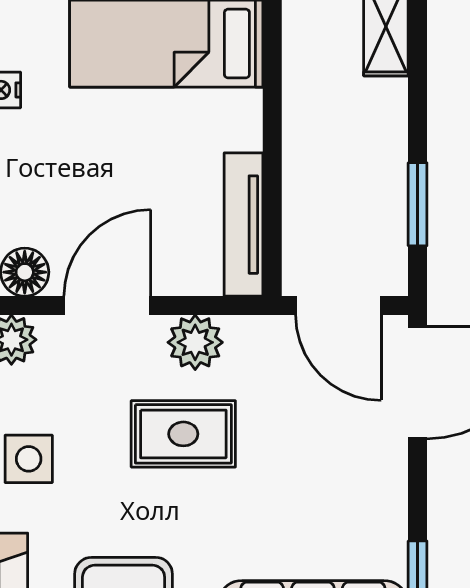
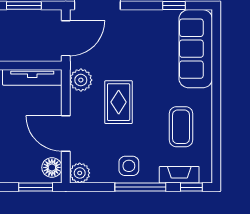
plant: (195, 342) -> (81, 80), moved

